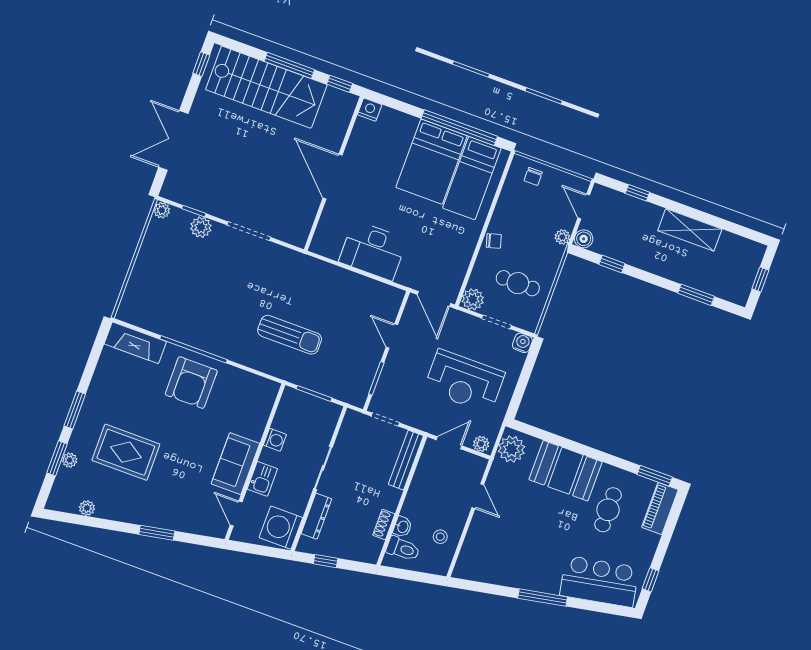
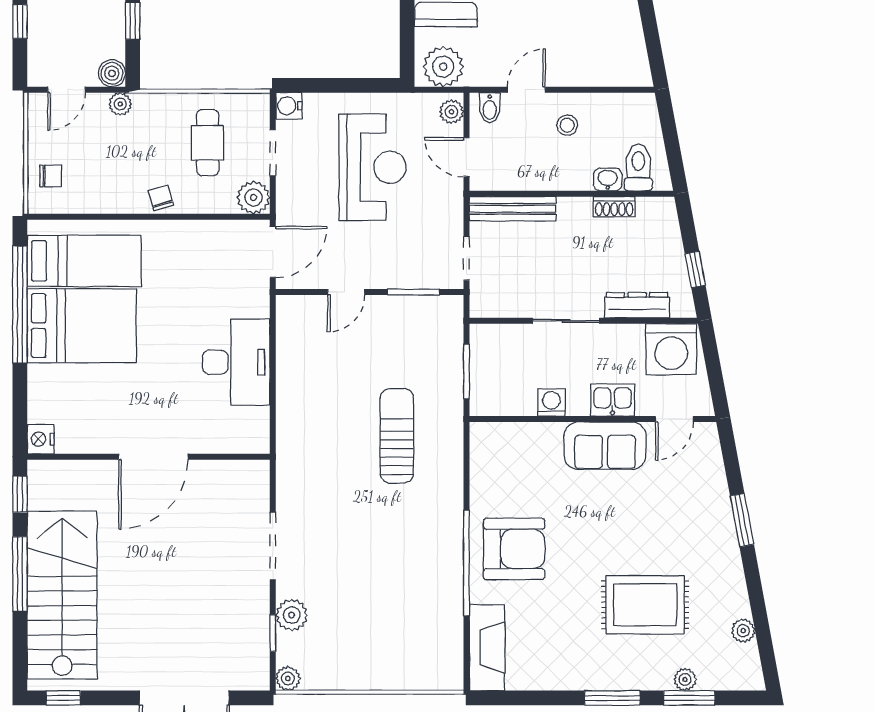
rug: (126, 452) -> (645, 605), turned 90
bidet: (475, 469) -> (490, 108), added
stool: (440, 537) -> (567, 125), moved

